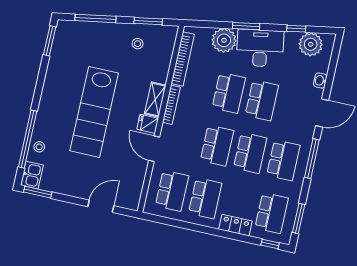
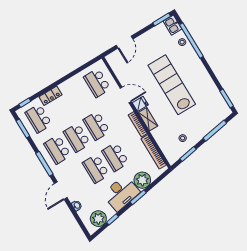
school desk: (205, 198) -> (78, 95), removed

